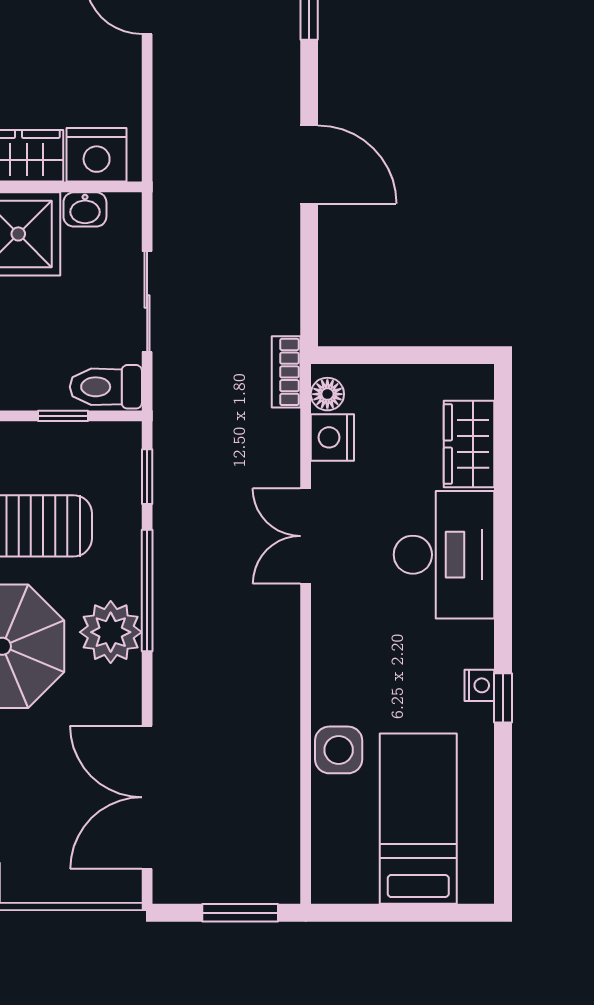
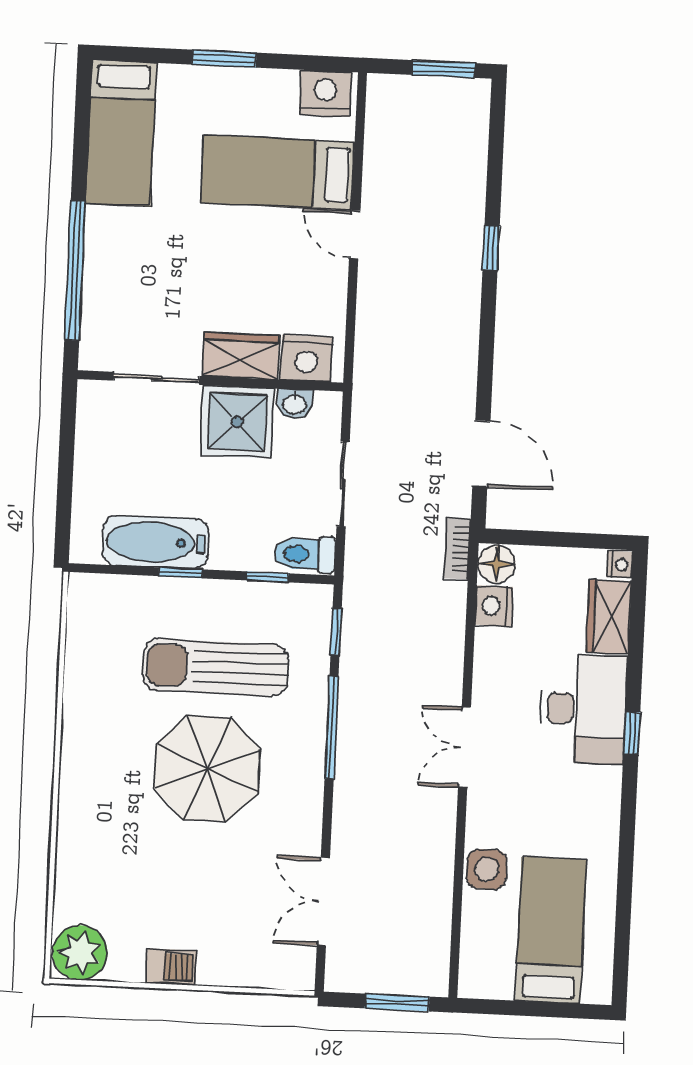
door: (309, 165) -> (481, 454), moved
floor lamp: (327, 394) -> (497, 564), width x1.37, depth x1.37
double door: (306, 536) -> (465, 747), moved
plant: (111, 632) -> (299, 761), removed
nightstand: (479, 685) -> (620, 564), moved
window: (503, 698) -> (632, 733), moved
double door: (147, 797) -> (323, 902), width x0.73

